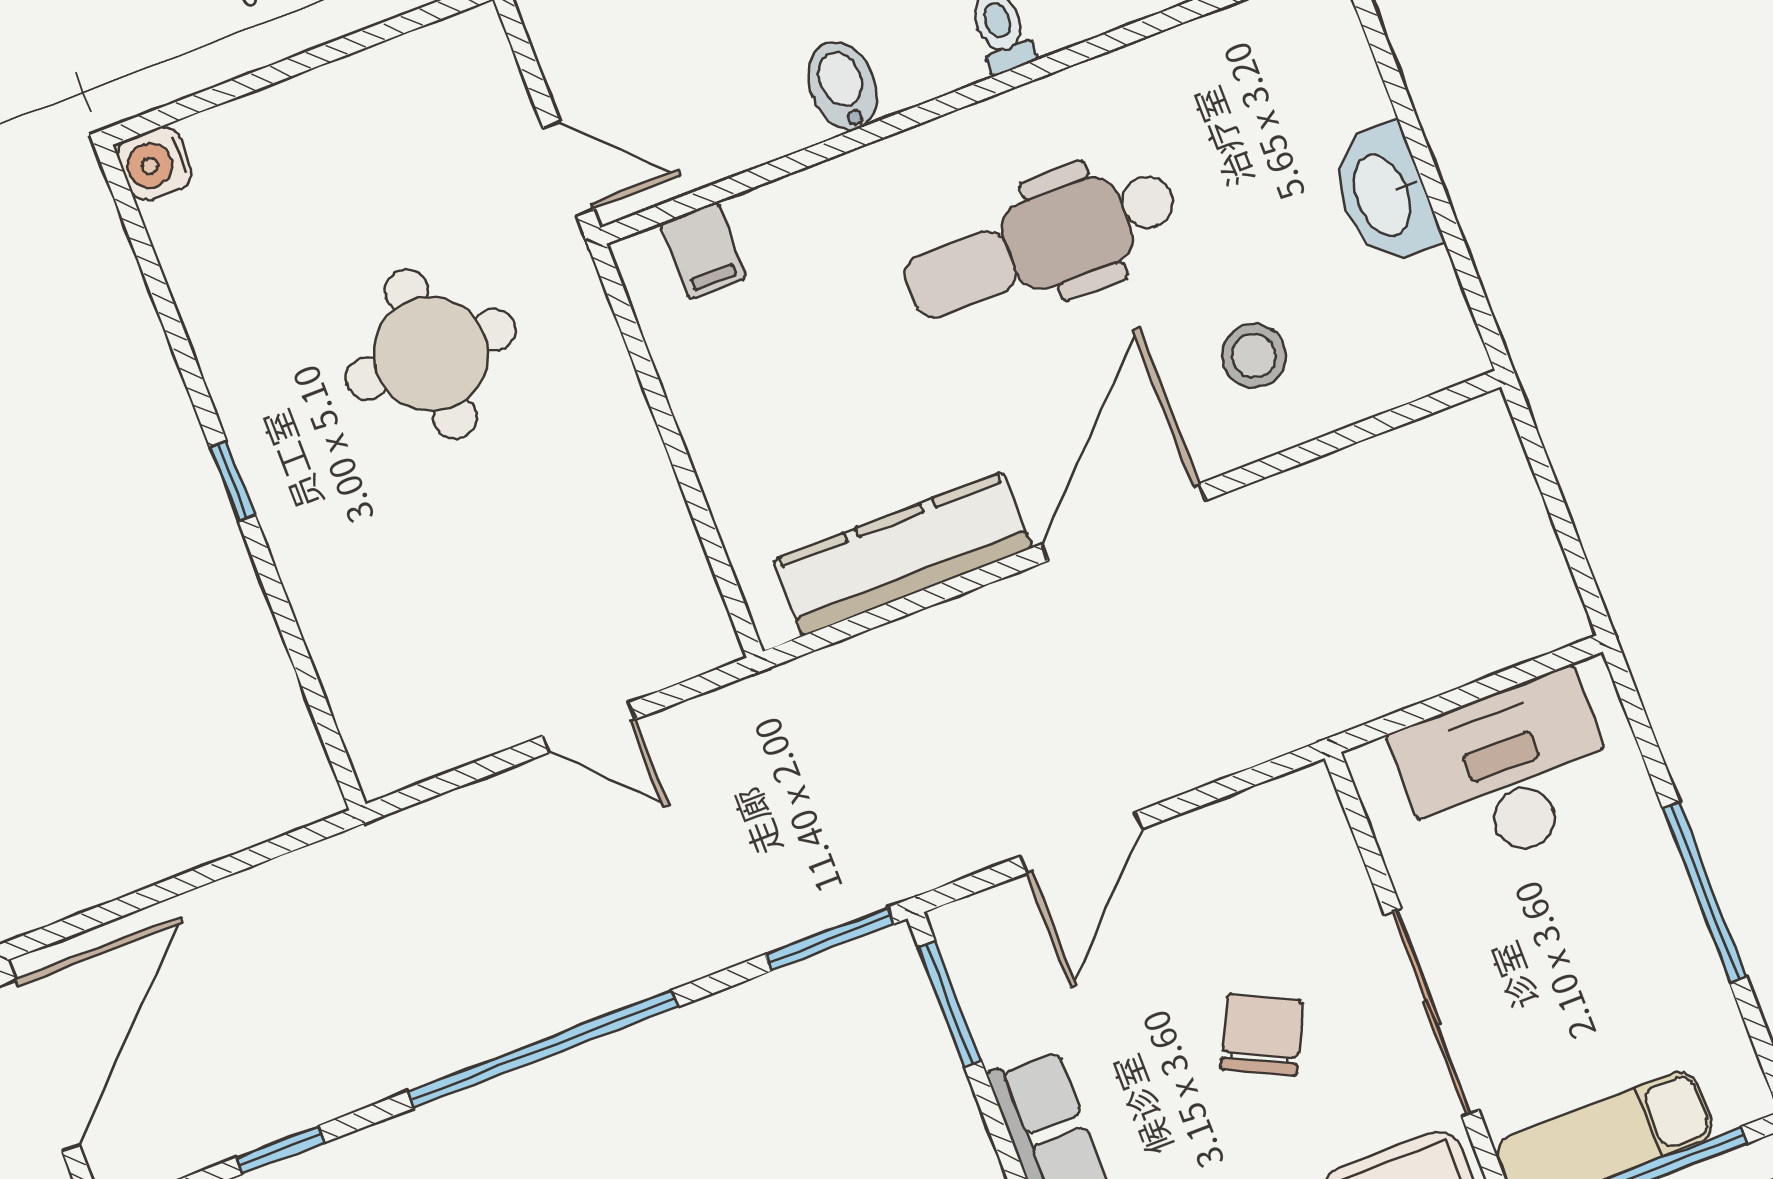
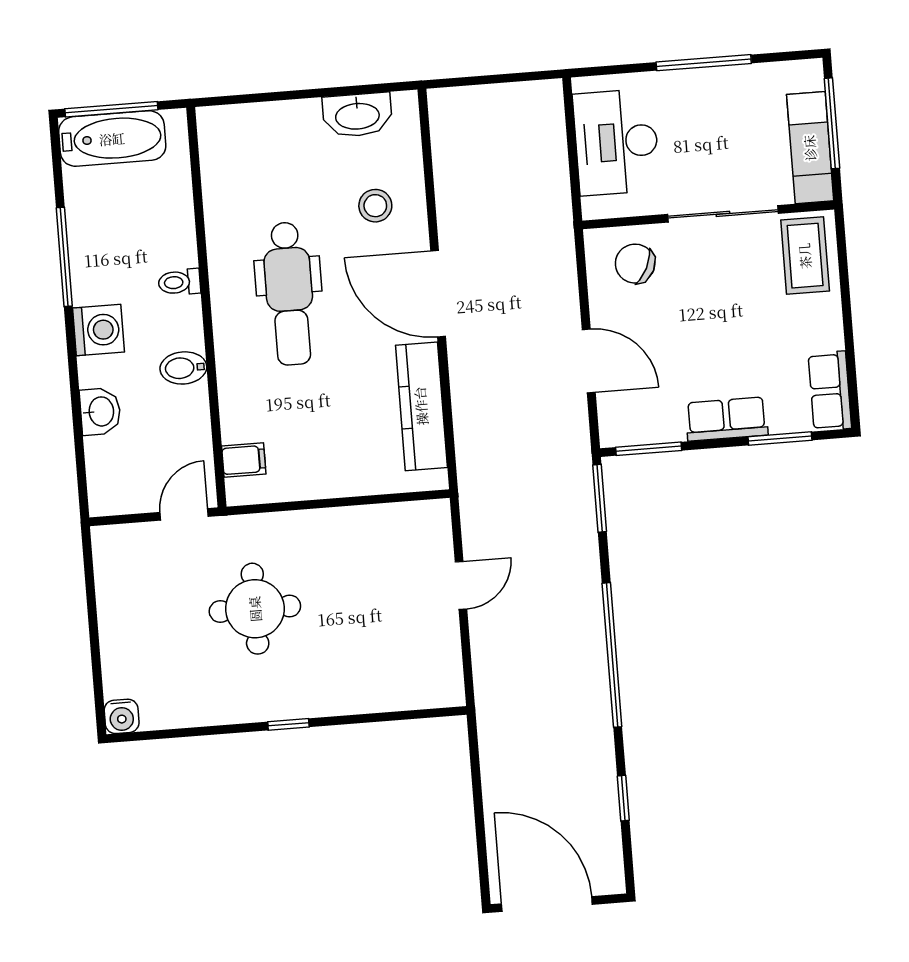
washbasin: (1384, 195) -> (357, 115), moved
chair: (1262, 1035) -> (635, 264), moved

